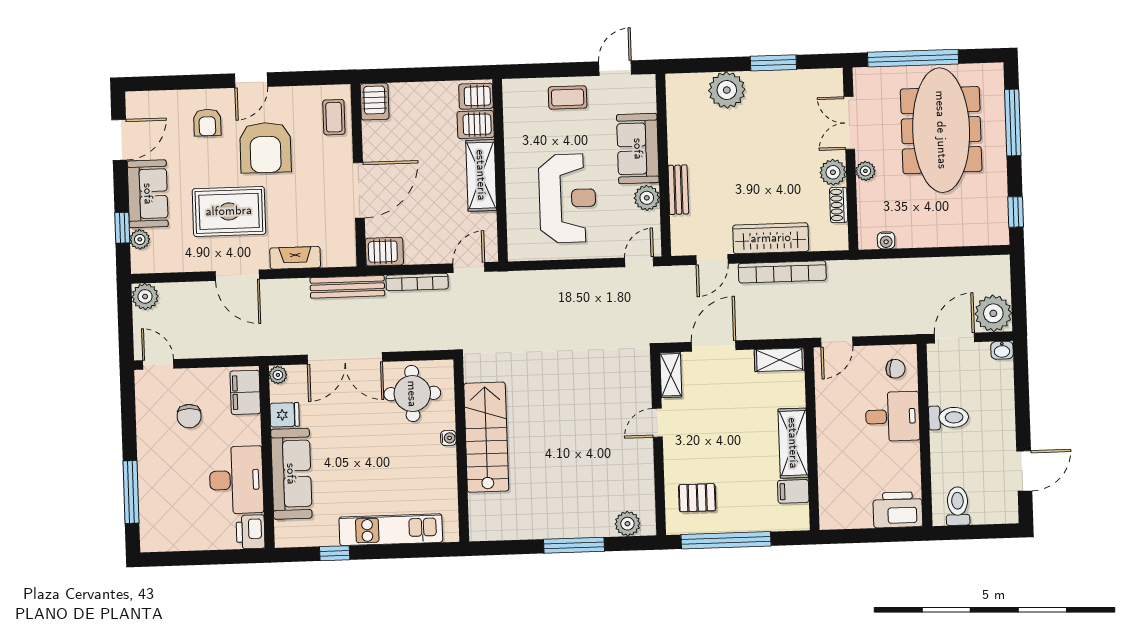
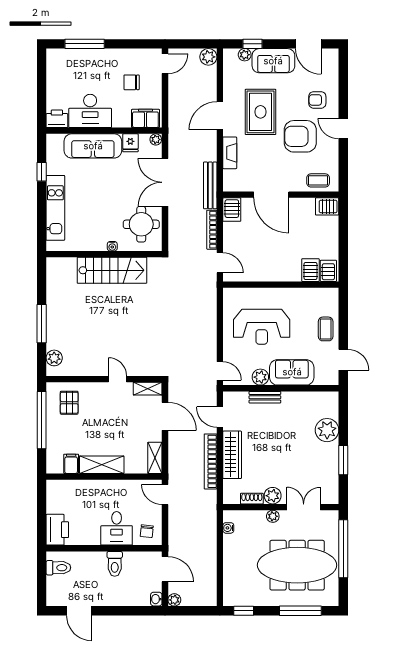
shelving: (481, 175) -> (278, 273), removed
plant: (993, 313) -> (174, 600), width x0.53, depth x0.53

